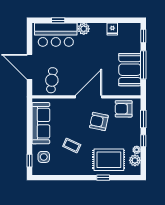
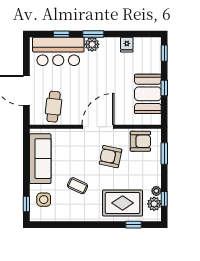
window: (85, 20) -> (93, 34), added
window: (143, 65) -> (164, 88), width x0.46
armchair: (124, 109) -> (140, 141), turned 180
window: (143, 141) -> (164, 199), moved
window: (103, 178) -> (134, 225), moved

